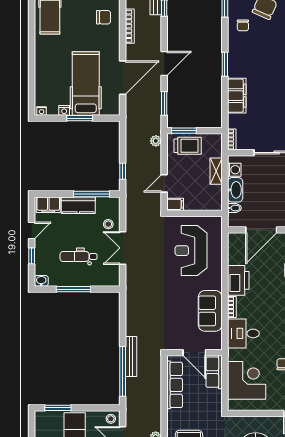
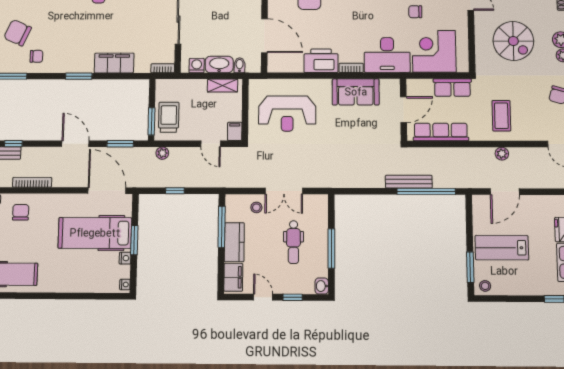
door: (123, 78) -> (107, 191), moved
window: (123, 171) -> (175, 191), moved
shelving: (216, 171) -> (223, 86), moved
desk: (243, 333) -> (387, 55), width x1.37
row of seats: (214, 372) -> (452, 87), moved
stool: (111, 419) -> (485, 286), moved

